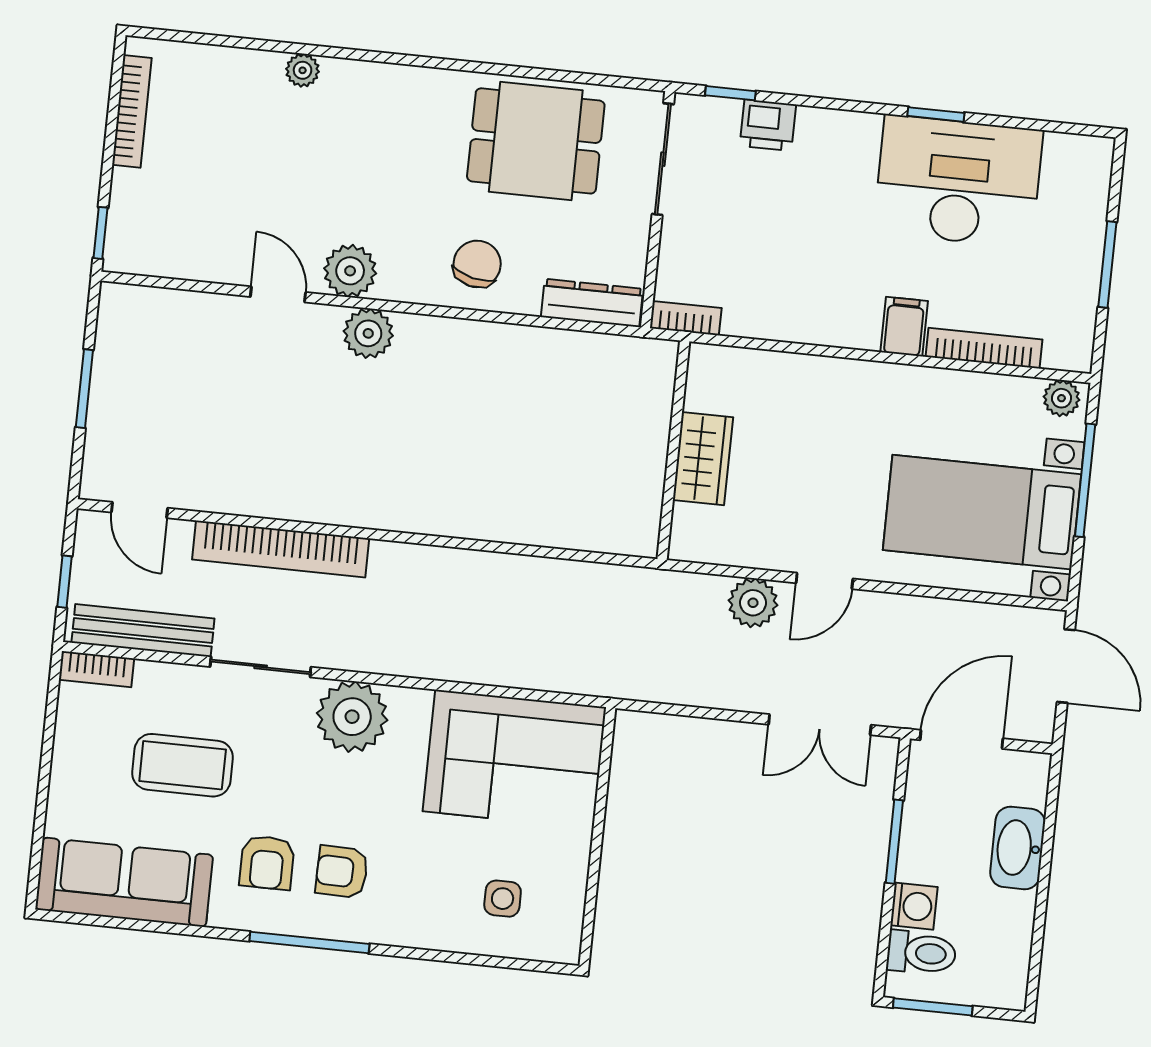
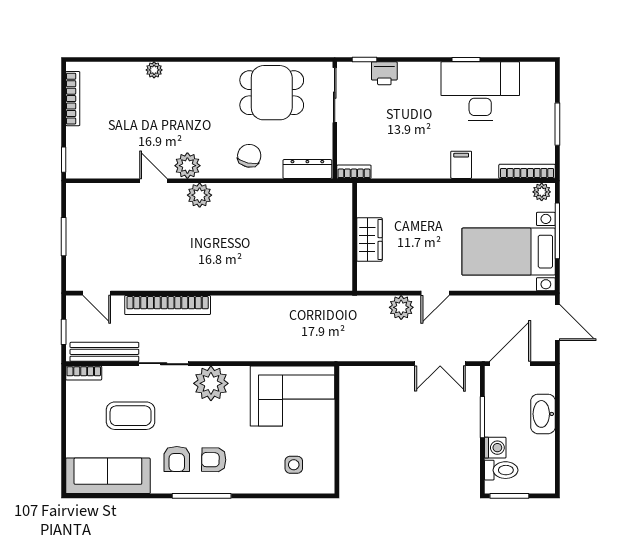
bookcase: (984, 348) -> (527, 171), moved

